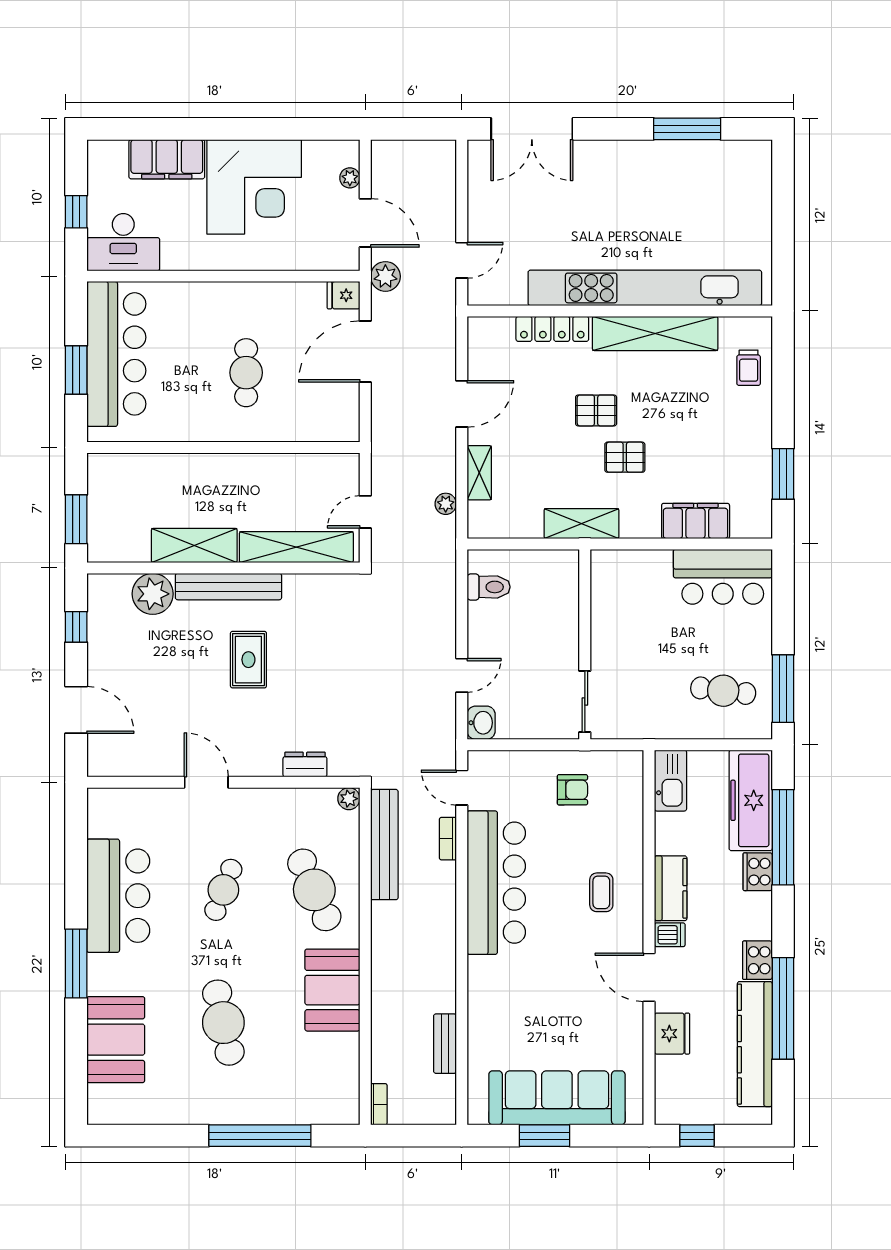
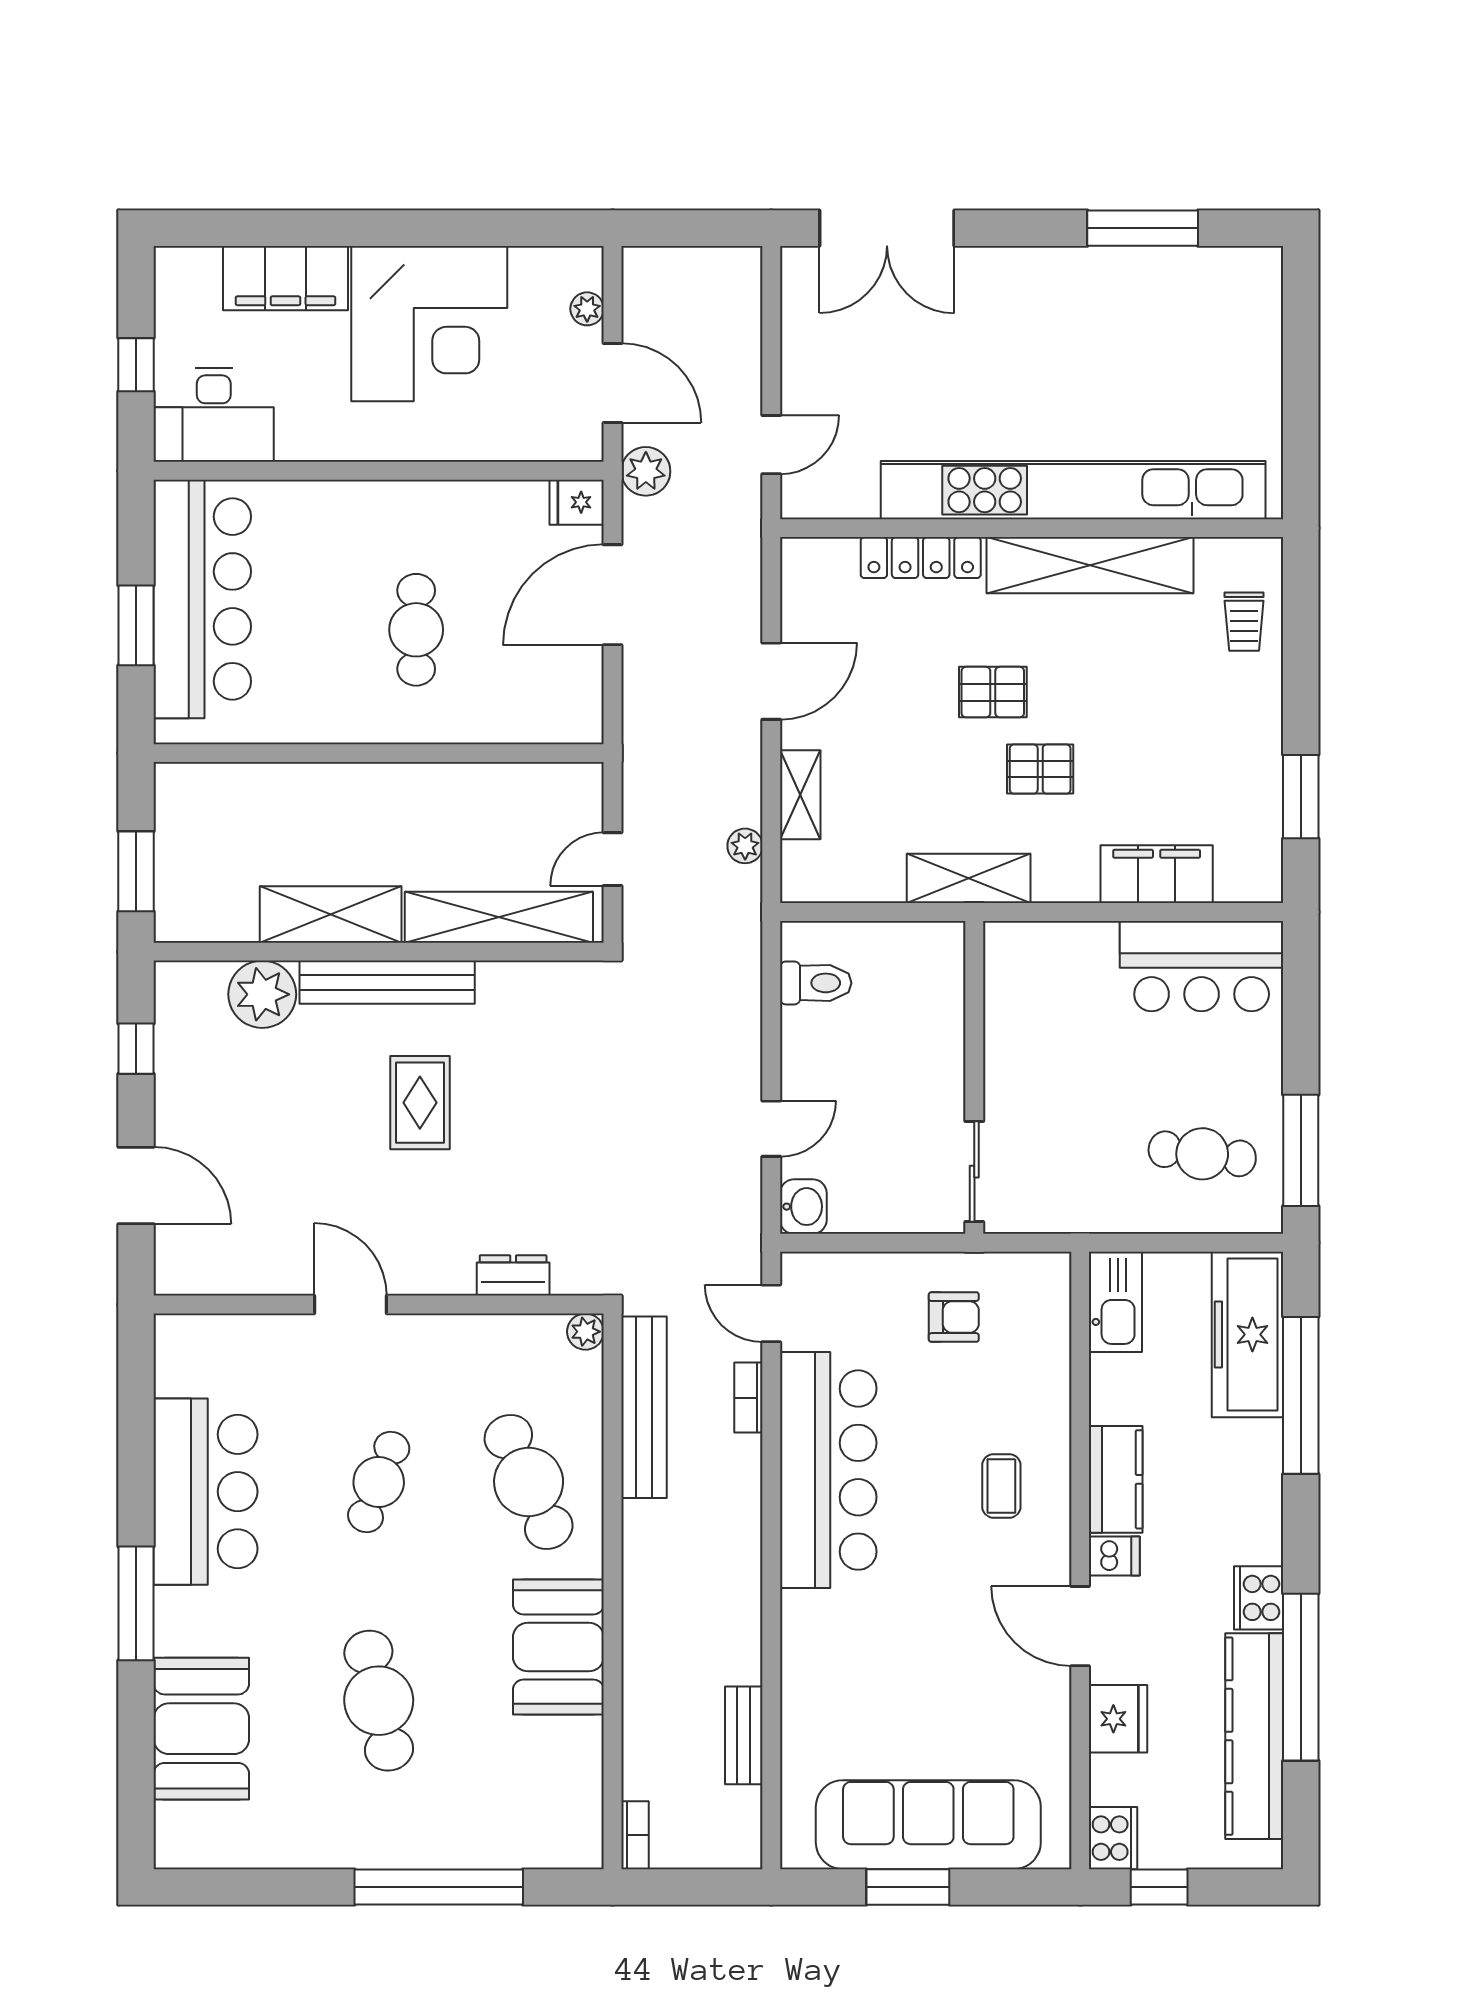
cooker: (758, 872) -> (1113, 1838), moved, turned 180

